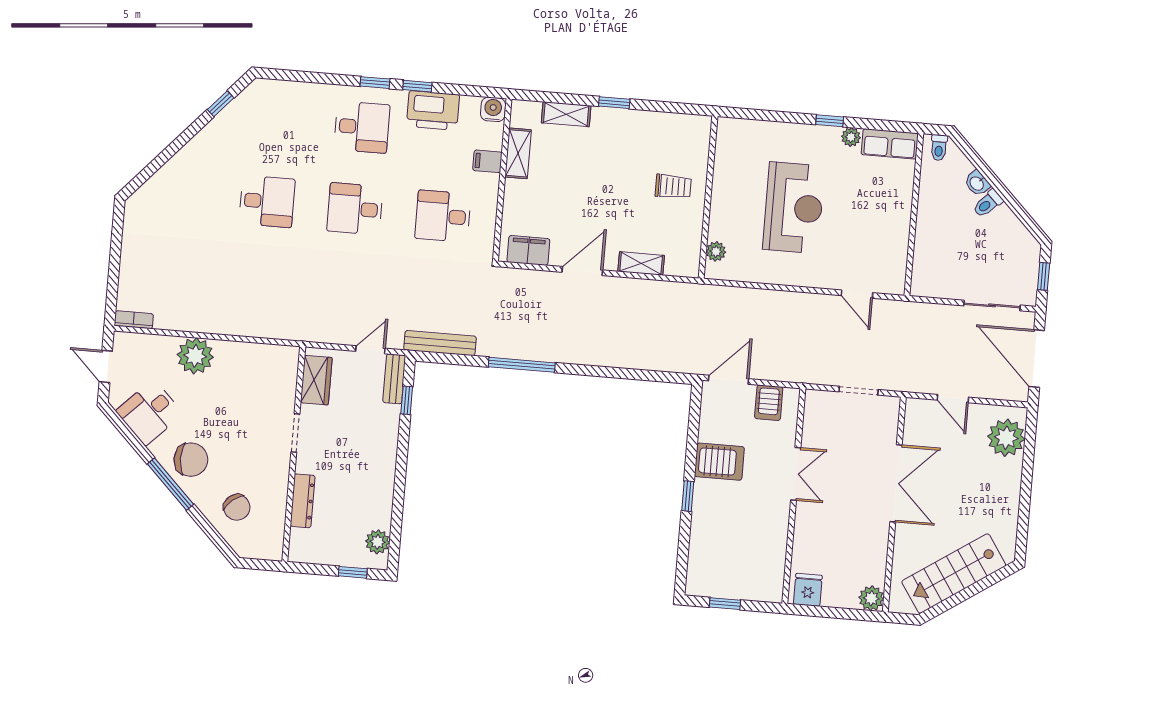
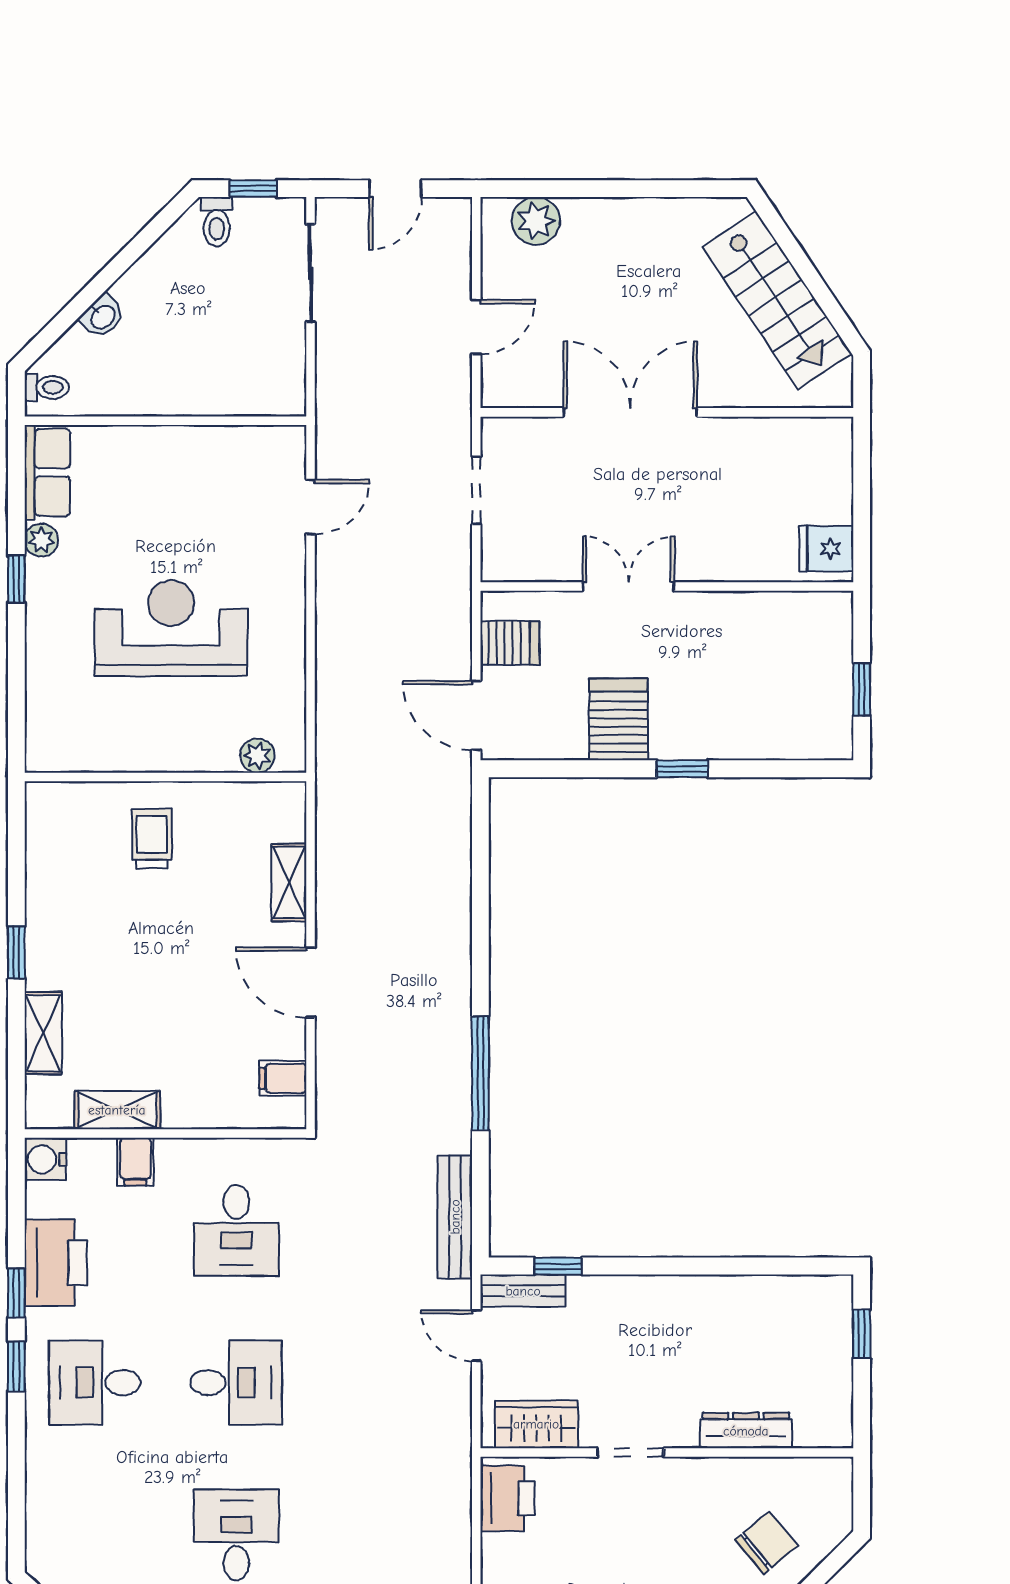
desk: (362, 127) -> (95, 1383), turned -90
toilet: (988, 204) -> (217, 222), moved, turned 45
desk: (355, 209) -> (236, 1383), turned -90
filing cabinet: (528, 250) -> (283, 1078), width x0.50
door: (1037, 359) -> (395, 189), width x0.53
printer: (275, 360) -> (508, 1498), added
plant: (1006, 438) -> (536, 221), width x0.73, depth x0.73
plant: (378, 542) -> (806, 1296), removed
plant: (871, 598) -> (832, 438), removed

